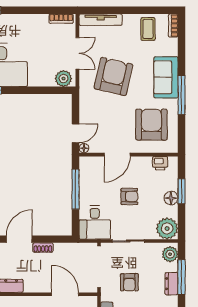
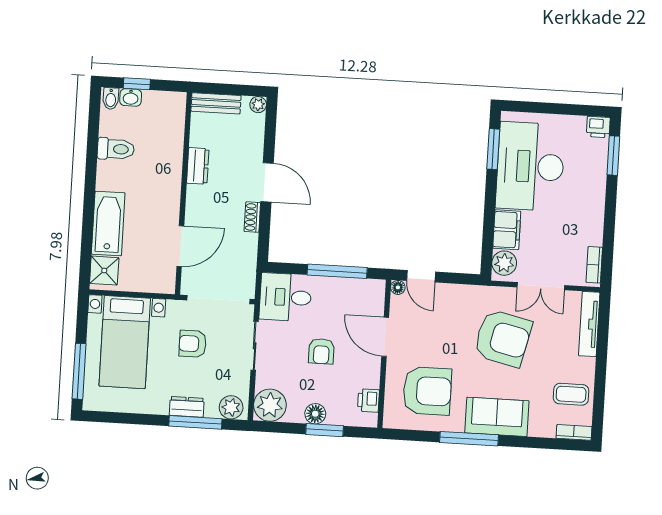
filing cabinet: (41, 78) -> (507, 230), added

